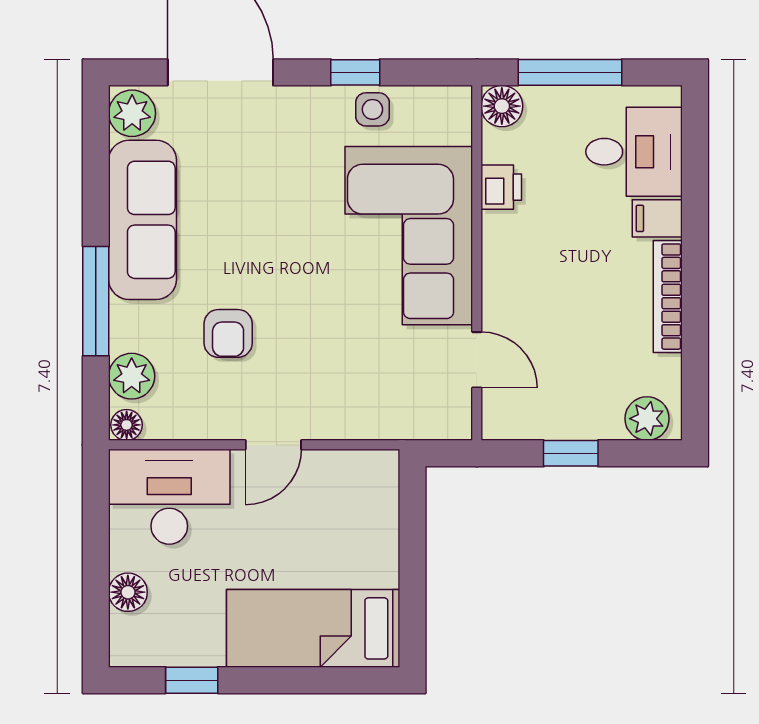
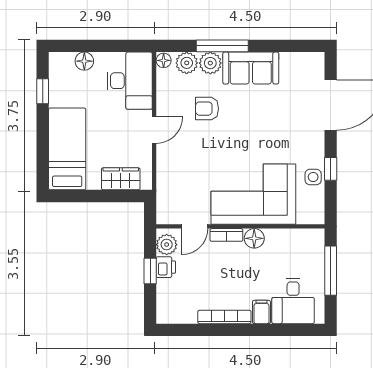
floor lamp: (502, 106) -> (254, 238), moved
plant: (132, 113) -> (210, 63), moved
printer: (501, 187) -> (166, 267), moved, turned -90
sofa: (143, 220) -> (251, 68), width x0.73
bookcase: (495, 292) -> (226, 235), added
plant: (647, 419) -> (167, 245), moved
door: (273, 445) -> (154, 130), swing flipped
wardrobe: (376, 515) -> (121, 179), added

